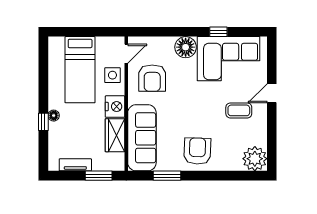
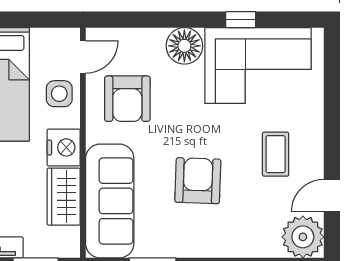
door: (272, 93) -> (332, 195), moved
coffee table: (239, 110) -> (276, 154), turned 90
armchair: (197, 151) -> (198, 181), moved

